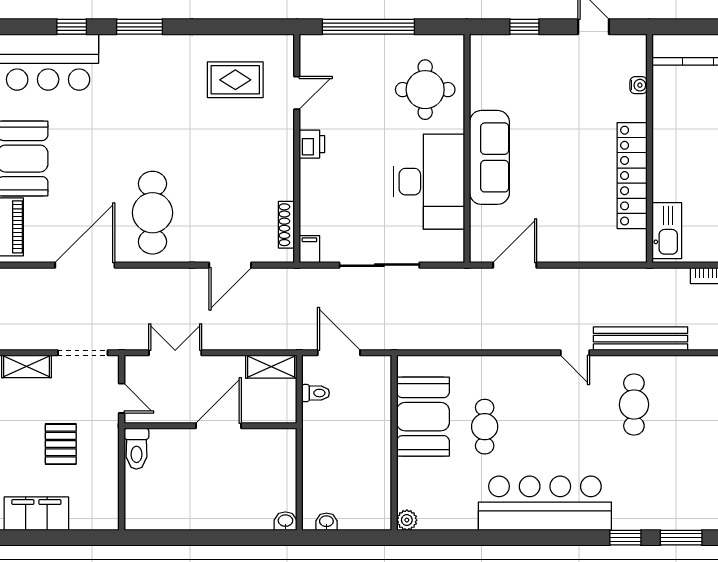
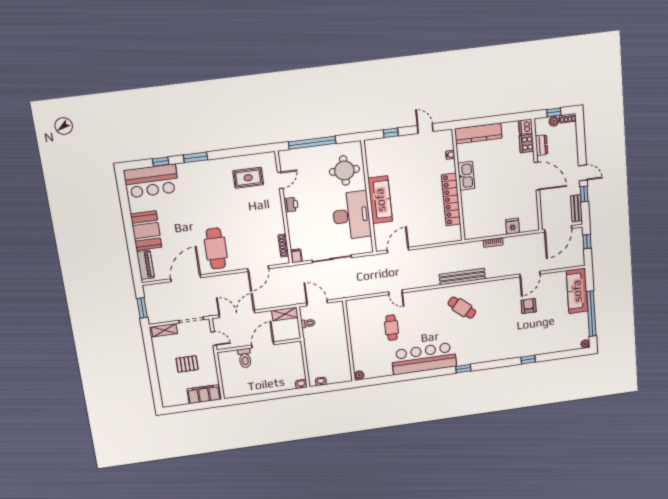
kitchen sink: (667, 231) -> (466, 176), moved
double door: (175, 353) -> (237, 314), width x1.37
door: (575, 353) -> (396, 292), moved
cafe table: (634, 405) -> (462, 308), turned -50
booth: (423, 417) -> (361, 327), removed
pallet: (61, 444) -> (187, 364), turned 90
toilet: (136, 449) -> (245, 358), moved
filing cabinet: (36, 514) -> (204, 394), moved
window: (681, 538) -> (490, 365), removed

